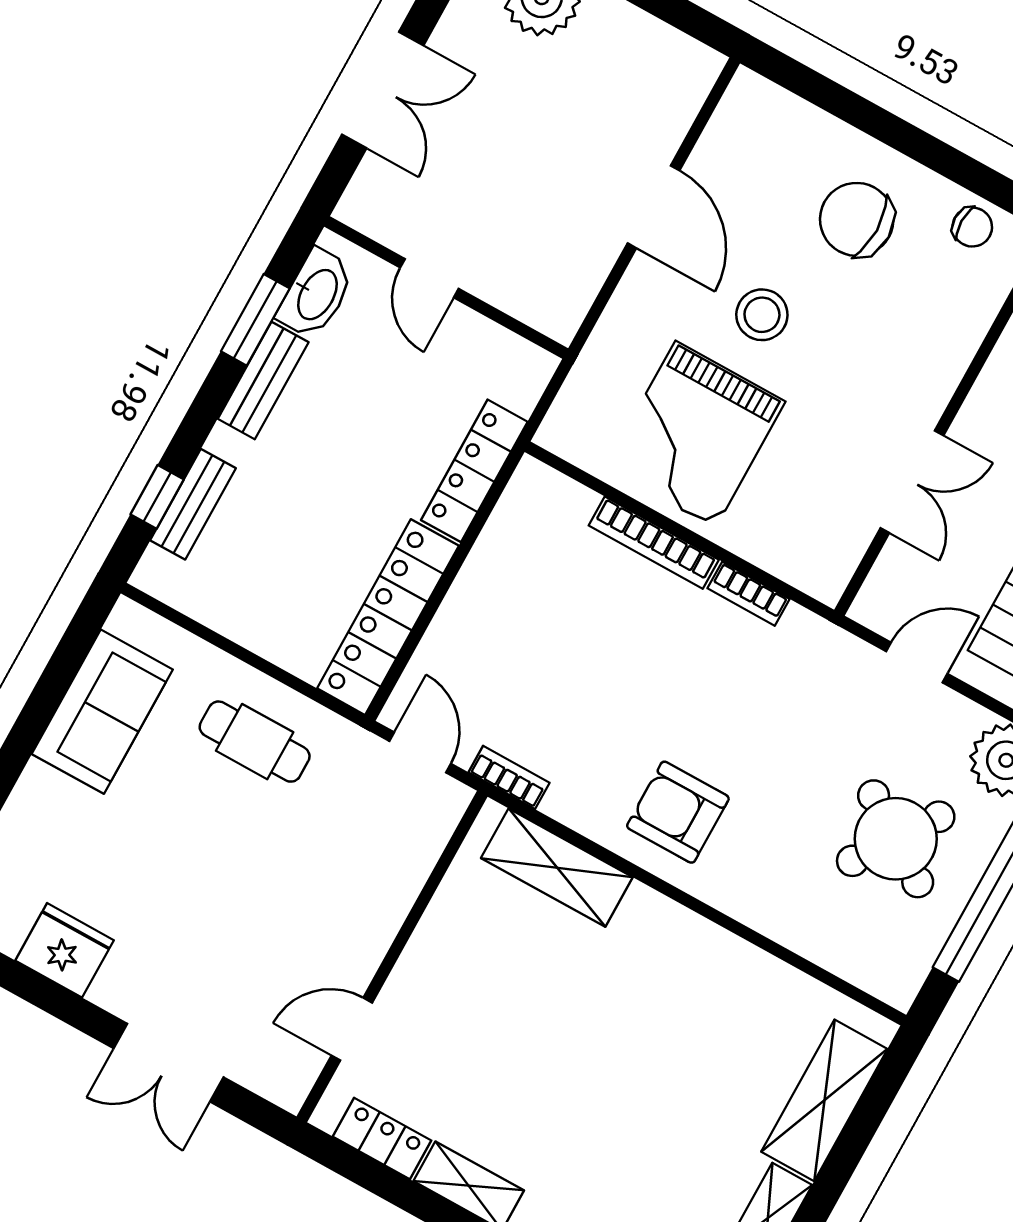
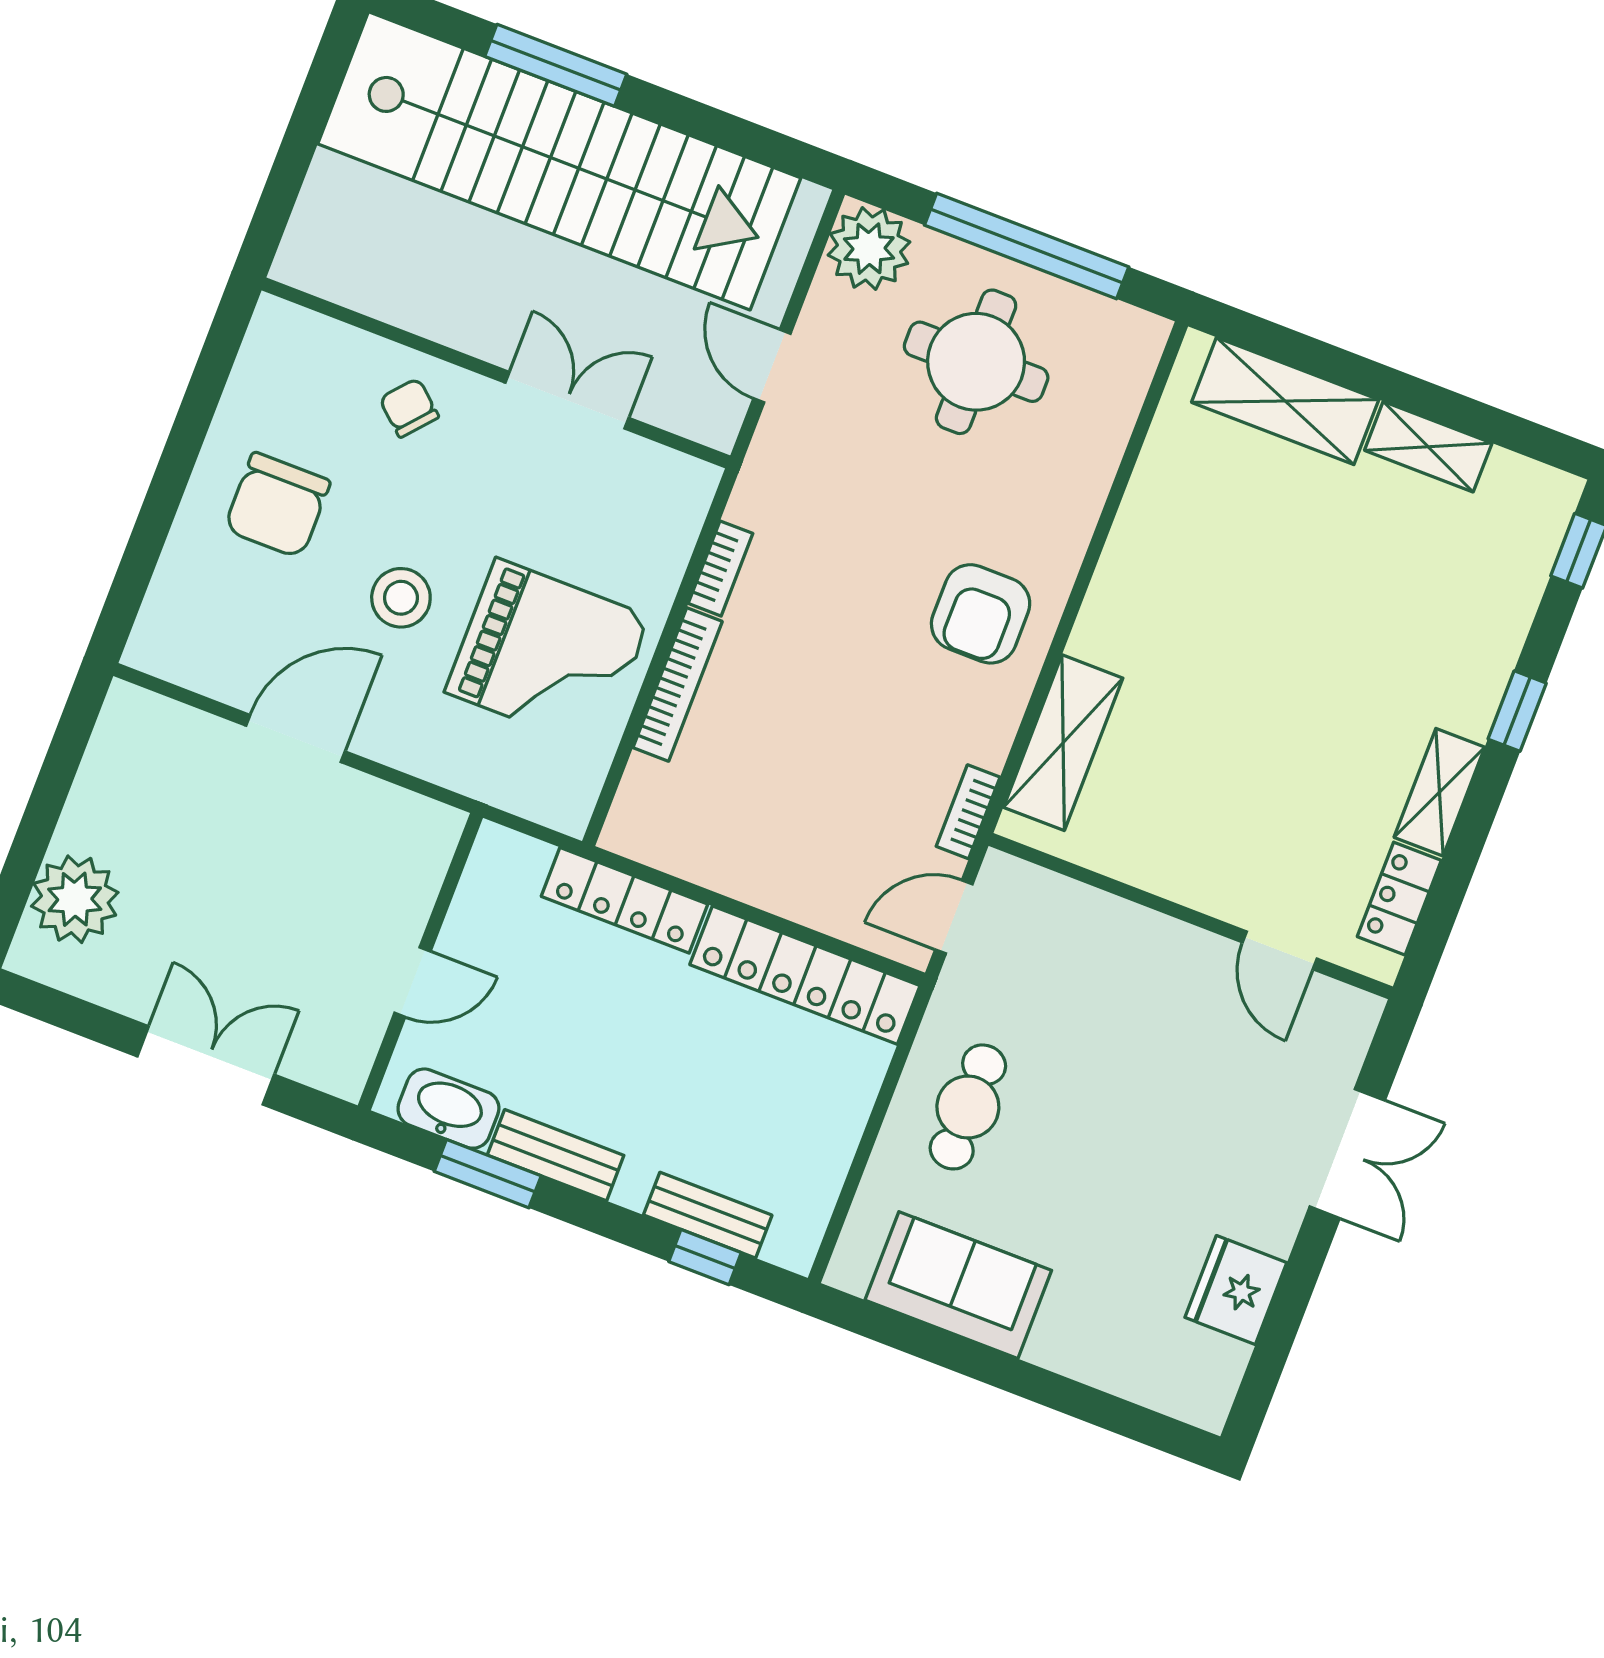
chair: (972, 227) -> (409, 408), moved, turned -49
round table: (896, 839) -> (976, 362), turned -34

